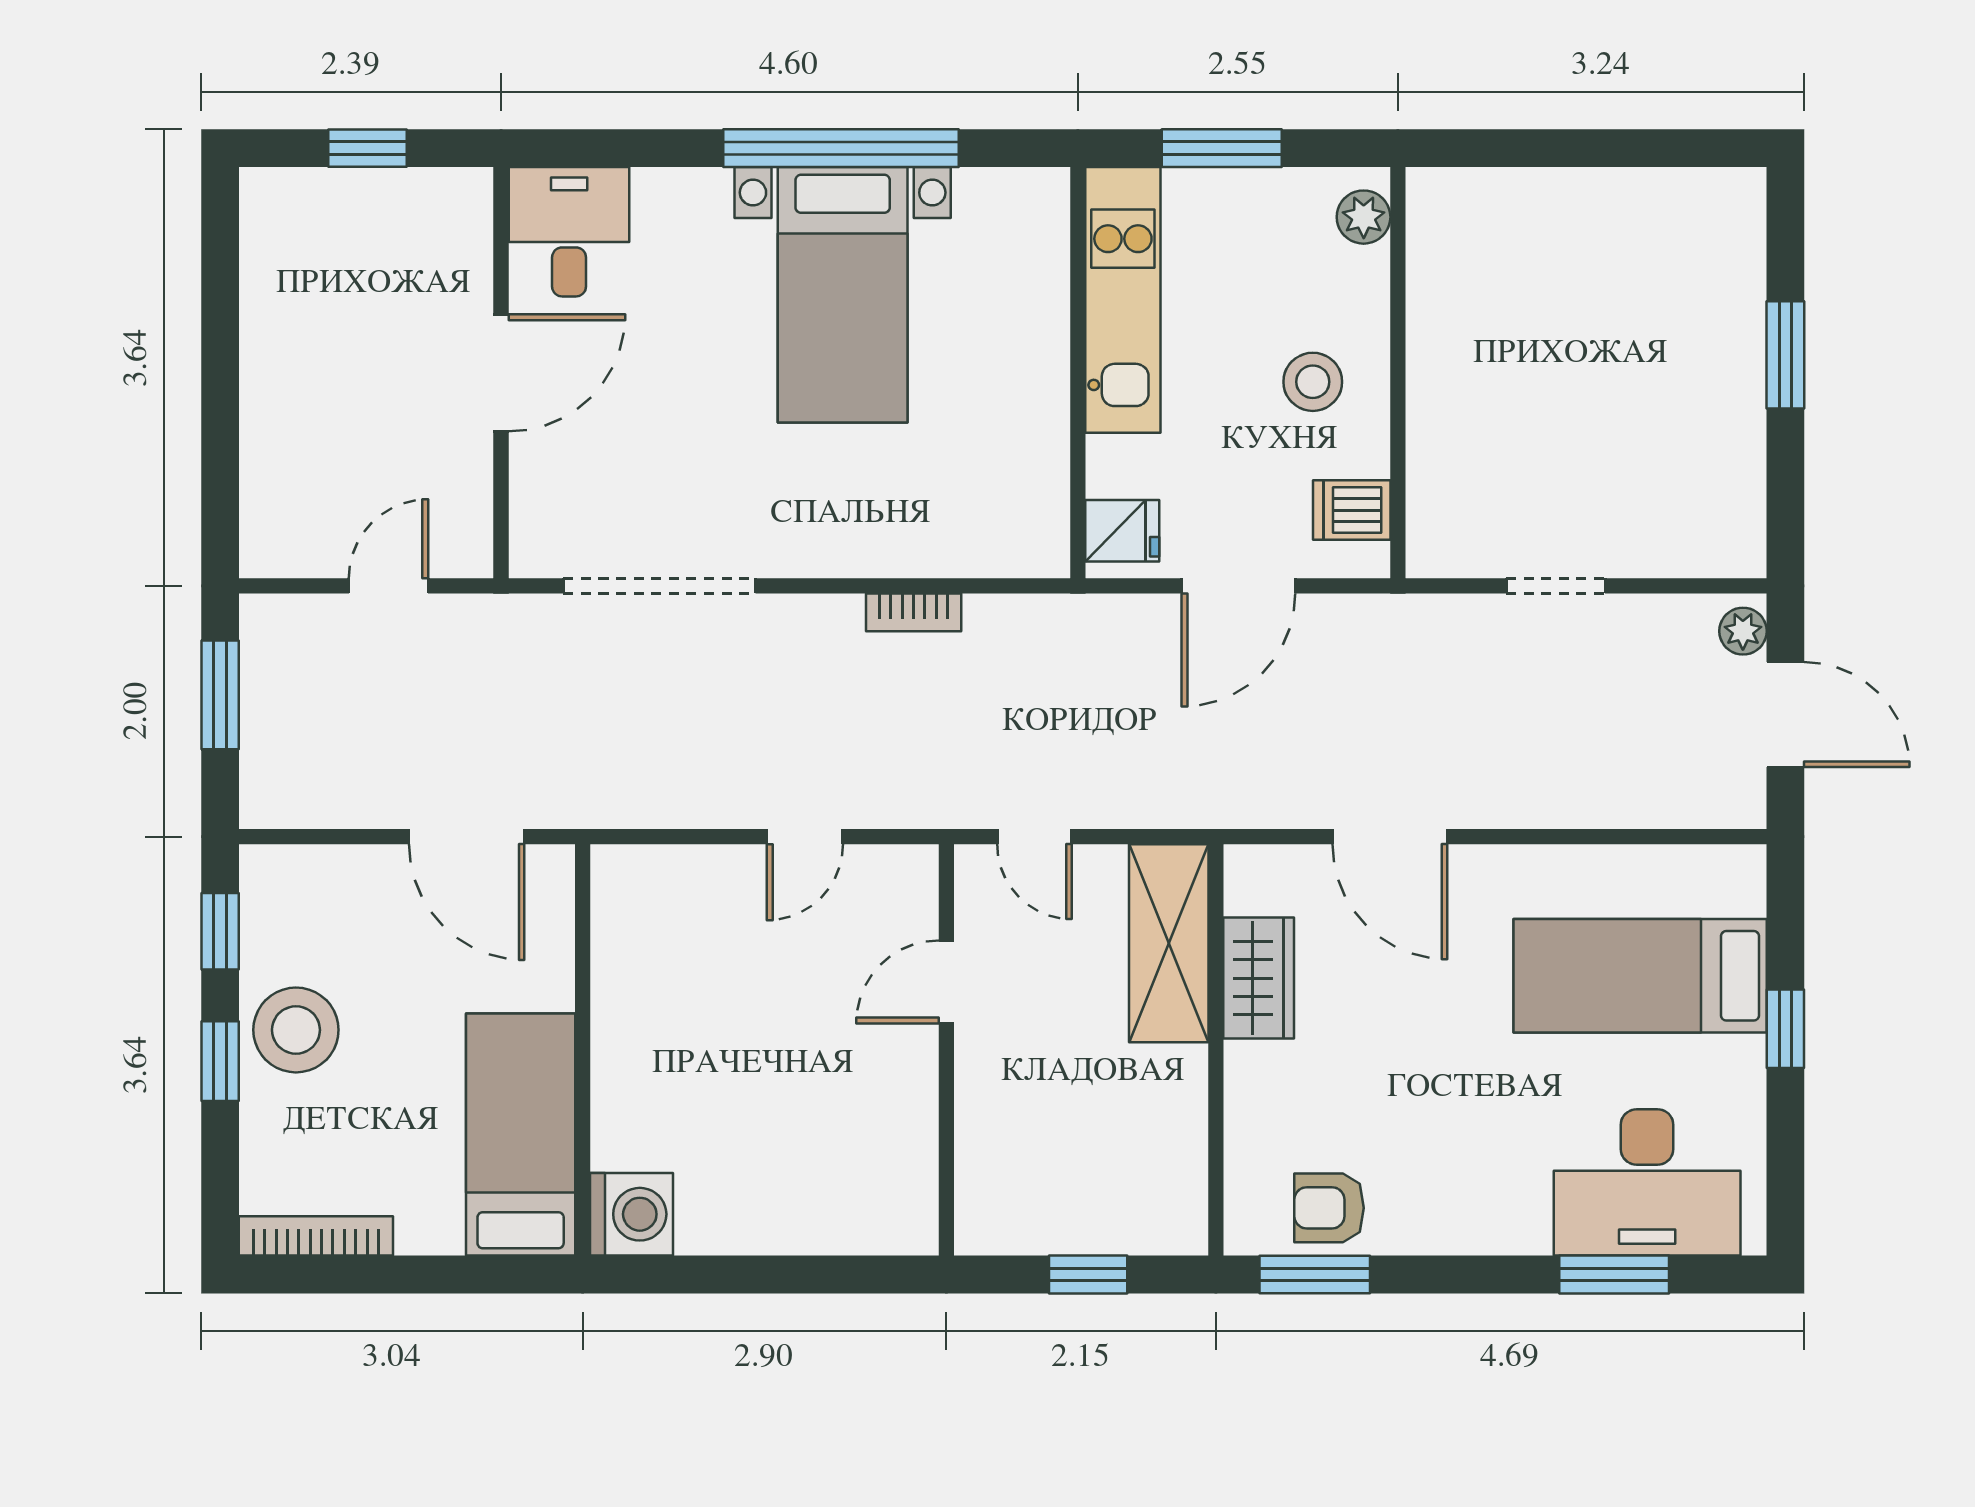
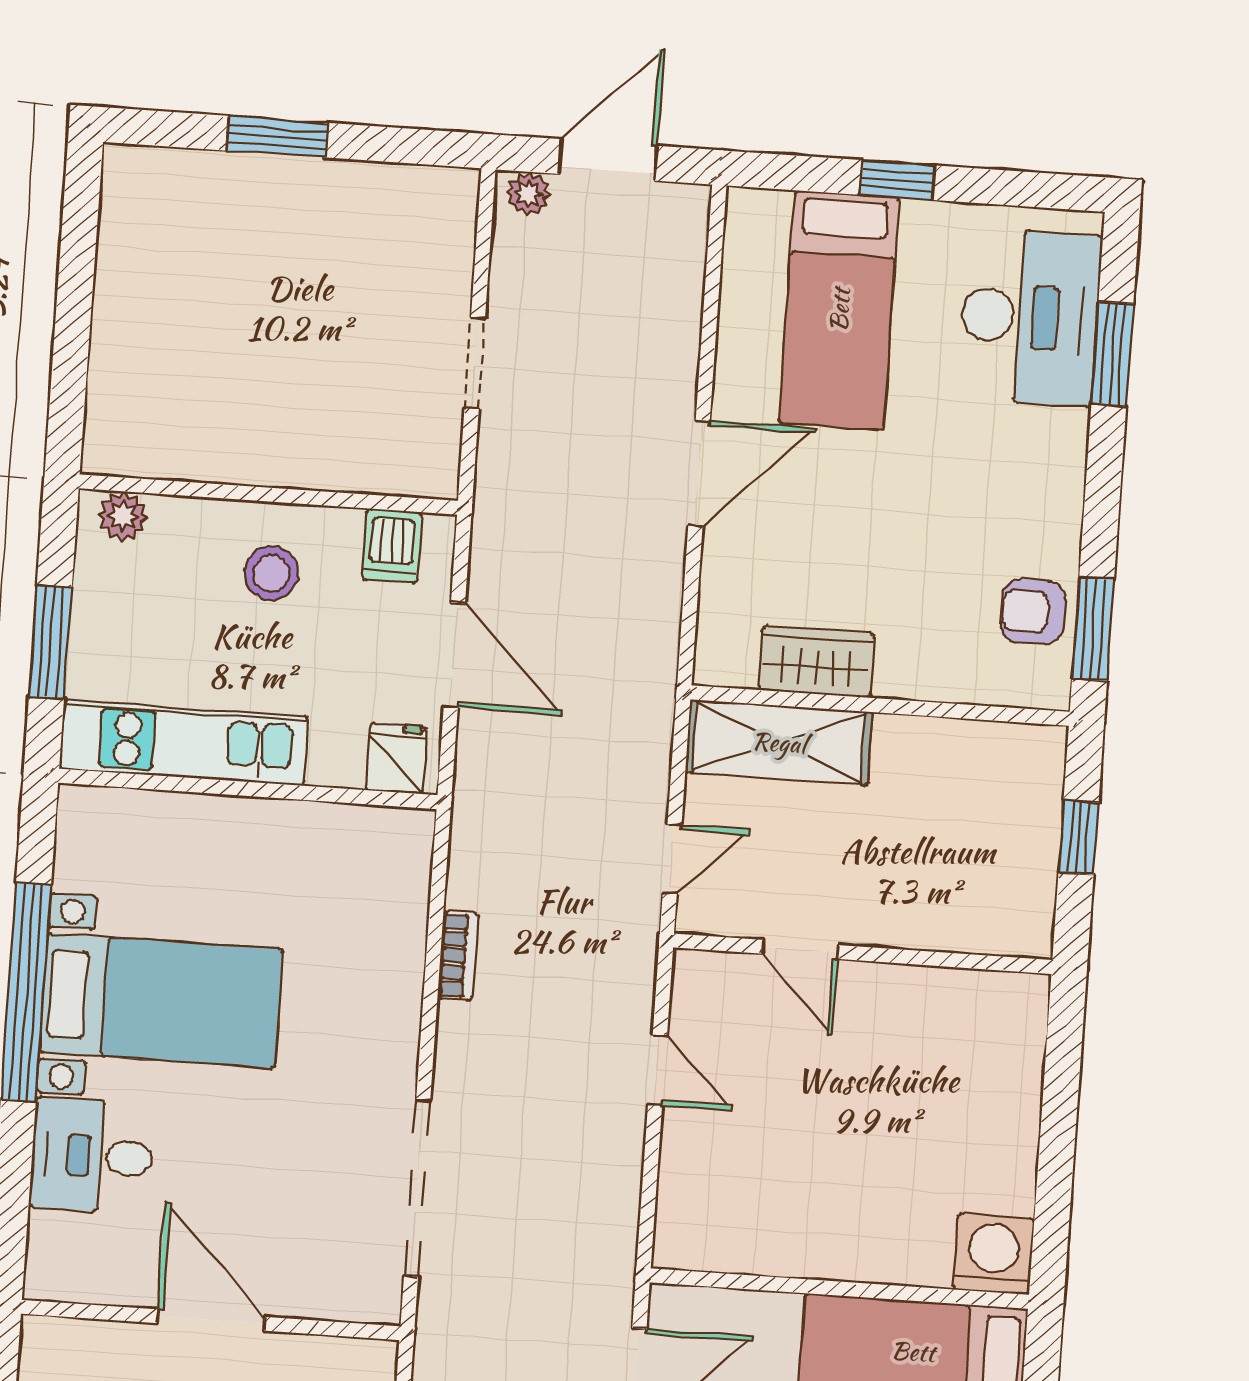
desk: (569, 232) -> (92, 1156), moved
door: (1390, 837) -> (699, 473), moved
armchair: (1329, 1208) -> (1033, 612), turned 90

